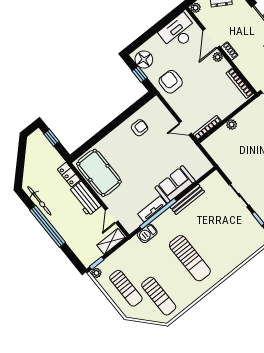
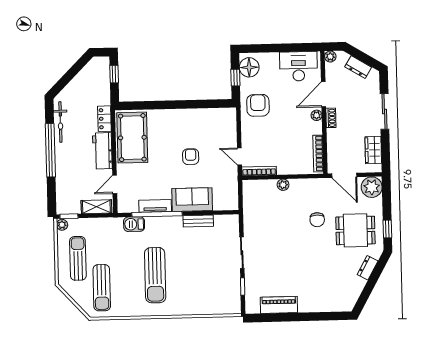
armchair: (140, 128) -> (191, 157), moved, turned -90
bench: (187, 199) -> (198, 221), width x0.73
sun lounger: (126, 288) -> (78, 258), turned 180

